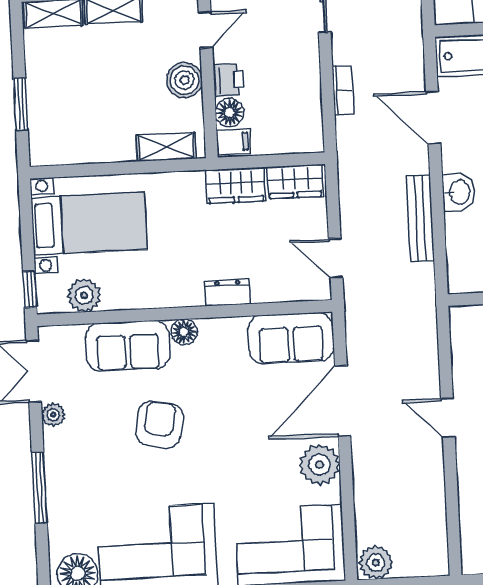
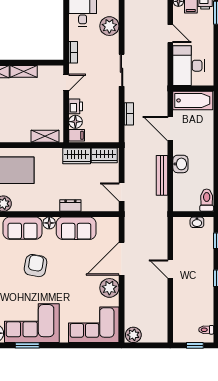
boiler: (184, 80) -> (55, 106), removed
sofa: (291, 338) -> (76, 228), moved

